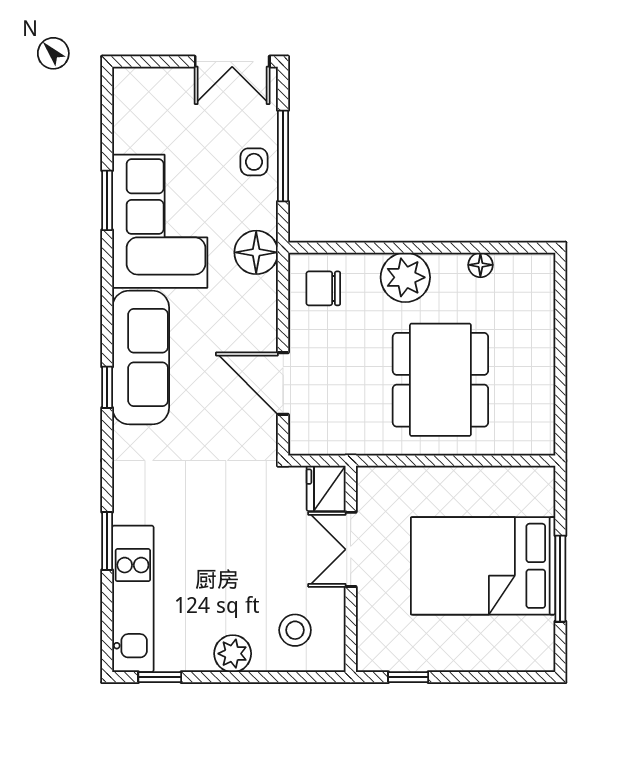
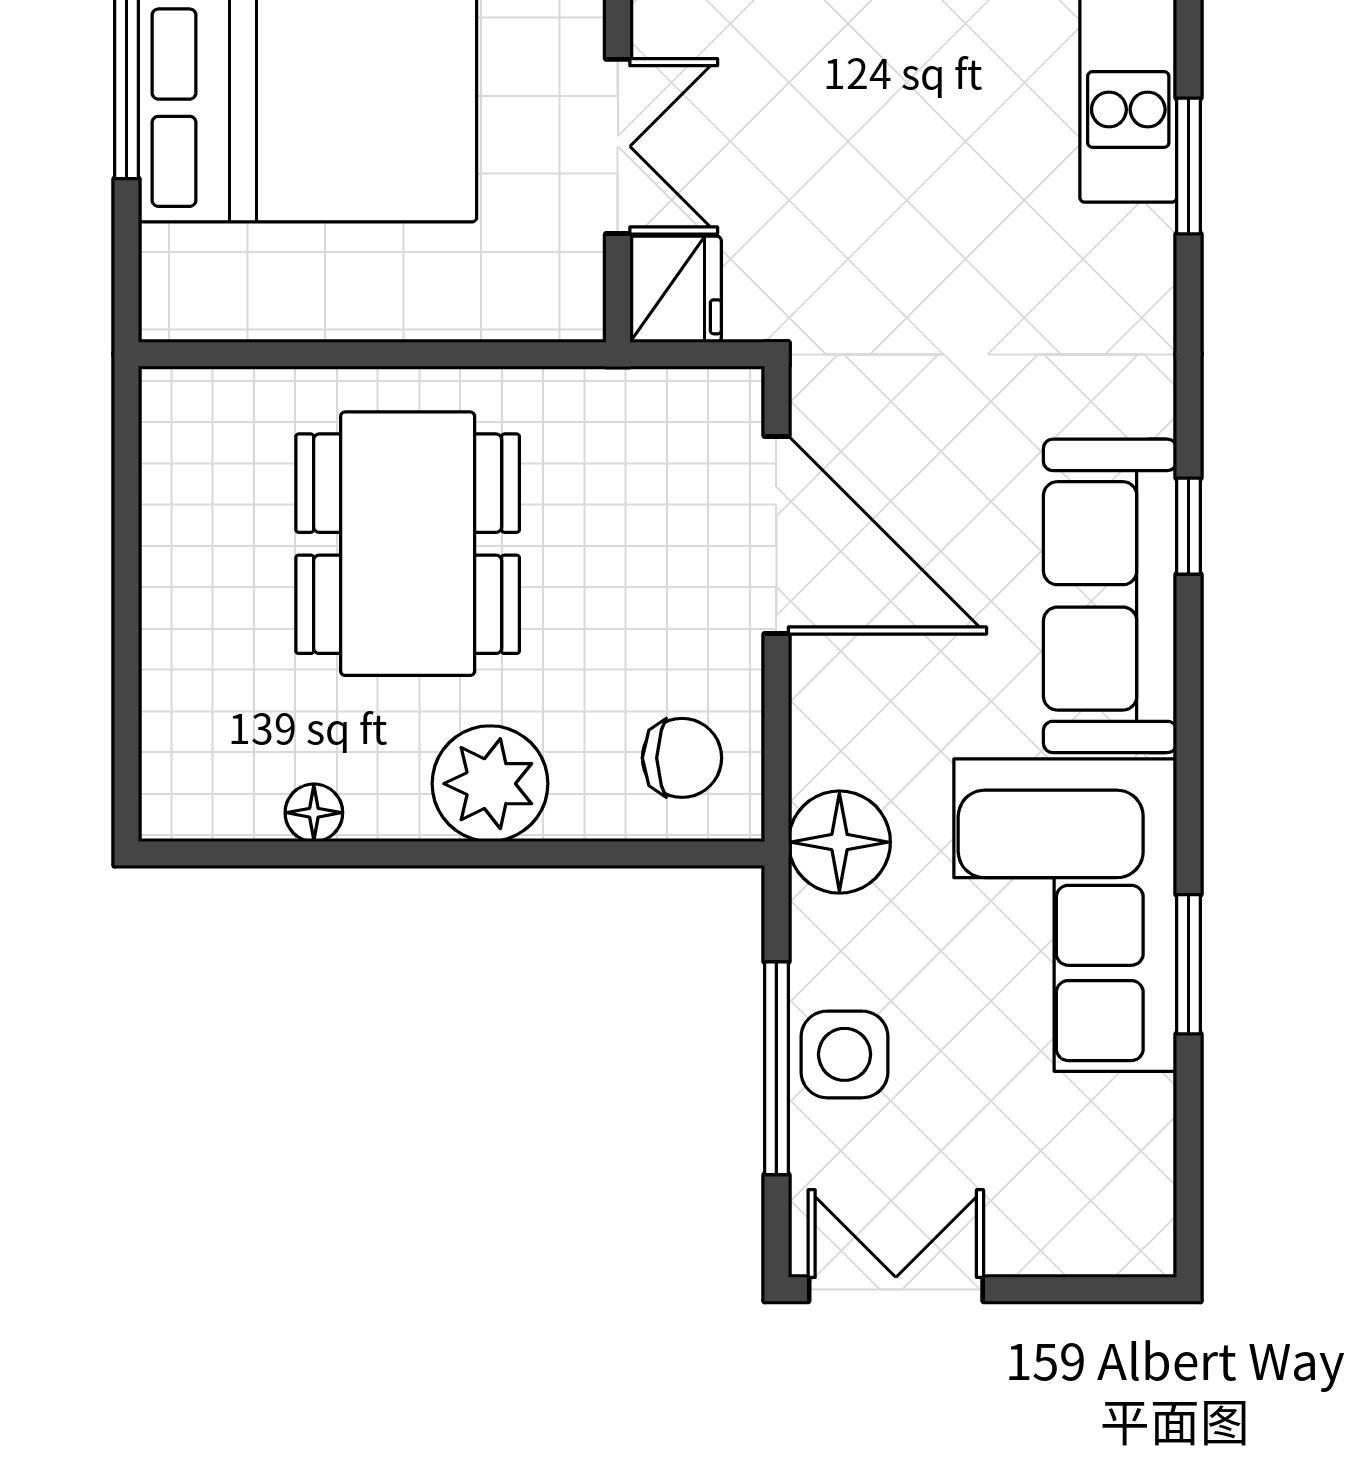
side table: (254, 162) -> (845, 1054), width x1.37, depth x1.37
door: (283, 384) -> (776, 535), width x1.36

